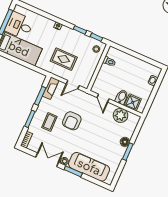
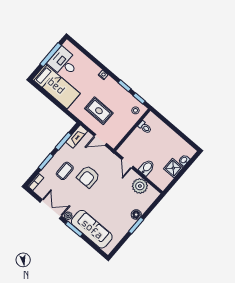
shower: (133, 102) -> (173, 168), moved

